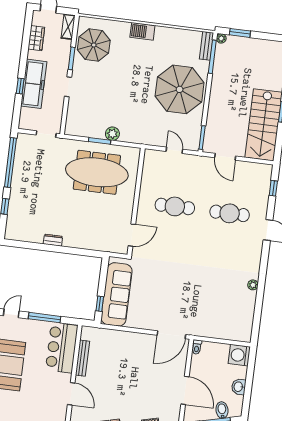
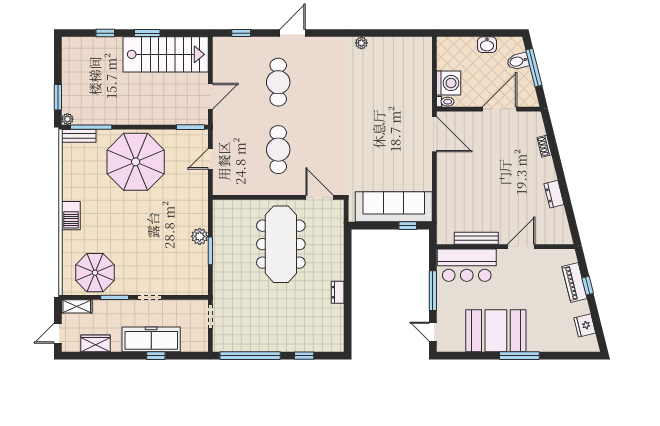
meeting table: (97, 172) -> (281, 244), moved
washing machine: (239, 355) -> (449, 83), moved, turned -90

